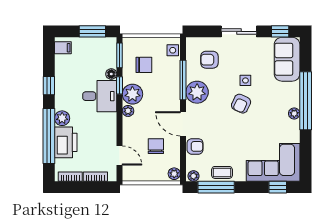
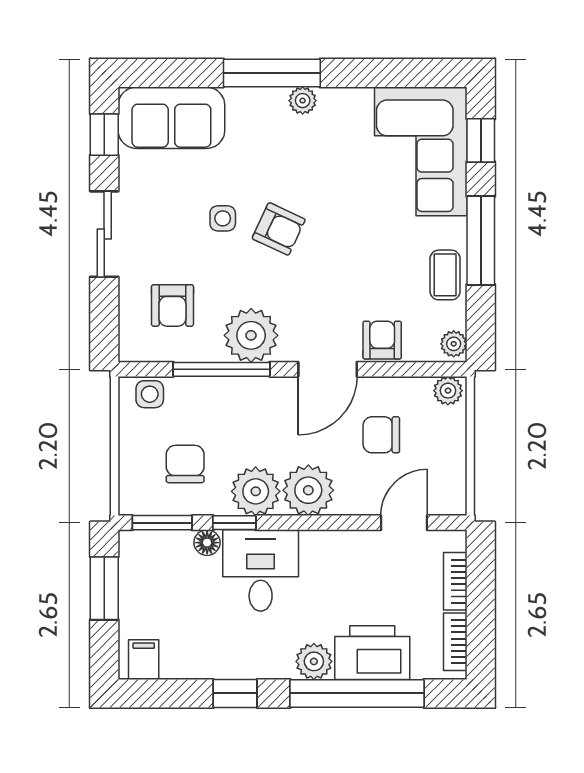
window: (306, 101) -> (272, 73), width x0.68
plant: (128, 111) -> (308, 490), width x1.87, depth x1.87
window: (216, 187) -> (481, 240), moved

